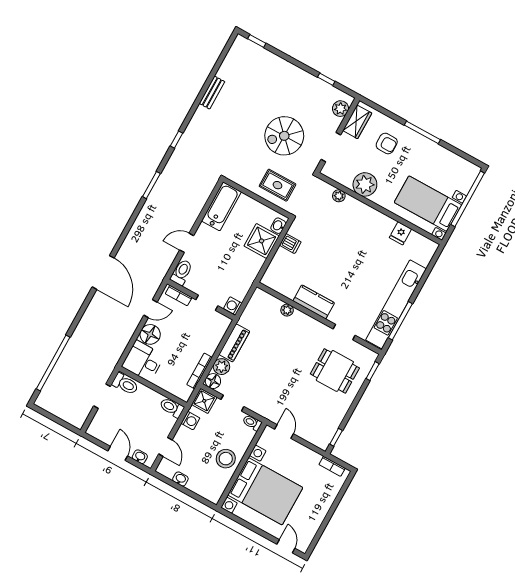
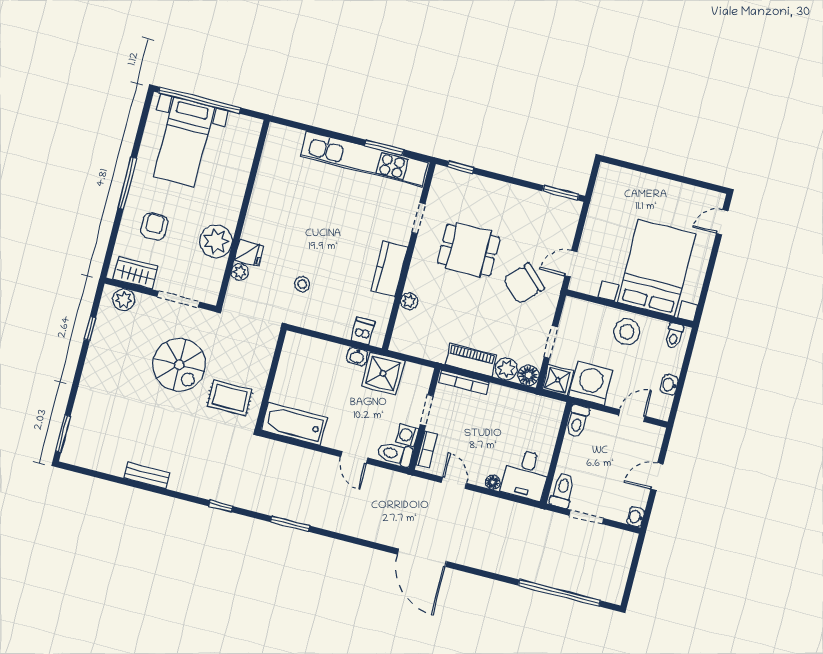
window: (257, 41) -> (63, 434), width x1.50
rug: (277, 185) -> (230, 398), moved, turned 90
bed with nightstands: (428, 204) -> (184, 142), moved
washbasin: (278, 226) -> (357, 357), moved
fridge: (400, 233) -> (249, 253), moved
stool: (319, 238) -> (302, 284), added
shower: (262, 241) -> (383, 373), moved
dishwasher: (290, 244) -> (363, 331), moved
door: (103, 272) -> (422, 558), swing flipped
washing machine: (233, 306) -> (407, 435), moved, turned 90
window: (400, 321) -> (384, 148), width x0.69
floor lamp: (150, 334) -> (493, 482), width x0.53, depth x0.53
bookcase: (199, 371) -> (464, 382), moved
dining table: (335, 371) -> (468, 250), moved, turned 90
chair: (279, 395) -> (524, 284), added
washing machine: (190, 421) -> (591, 383), width x1.89, depth x1.89
toilet: (252, 423) -> (674, 336), moved
window: (336, 437) -> (561, 193), width x1.50
washbasin: (140, 457) -> (636, 517), moved
bookcase: (332, 466) -> (601, 188), removed

